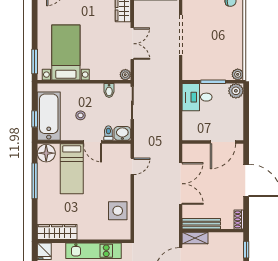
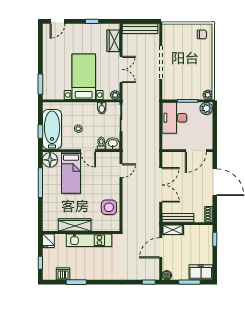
bed with nightstands: (66, 52) -> (84, 77), moved
desk: (197, 97) -> (174, 118), width x1.37
wardrobe: (57, 232) -> (75, 225), moved

